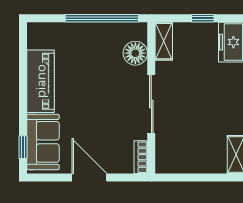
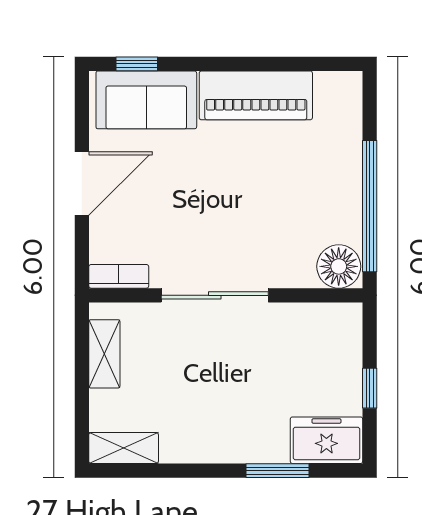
shelving: (164, 41) -> (104, 354), moved, turned 90
floor lamp: (135, 53) -> (339, 266), moved

